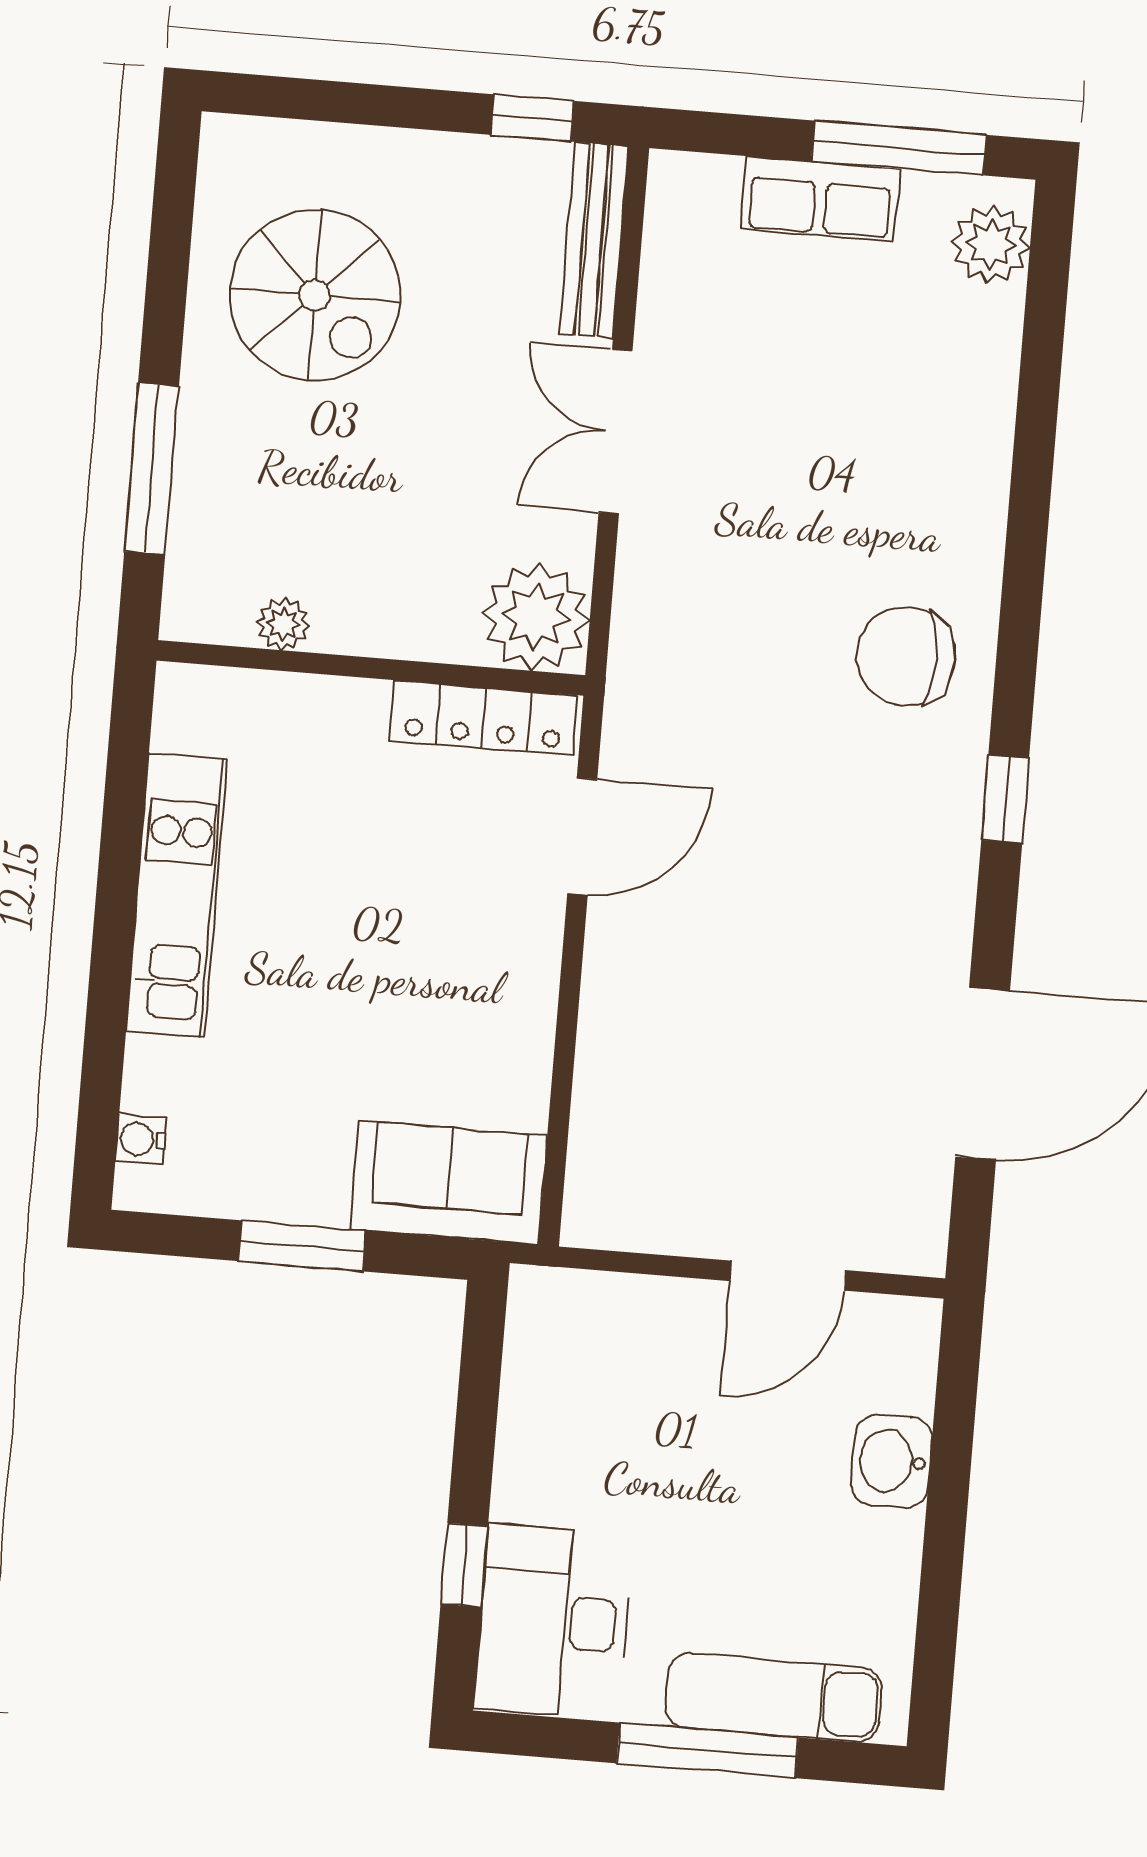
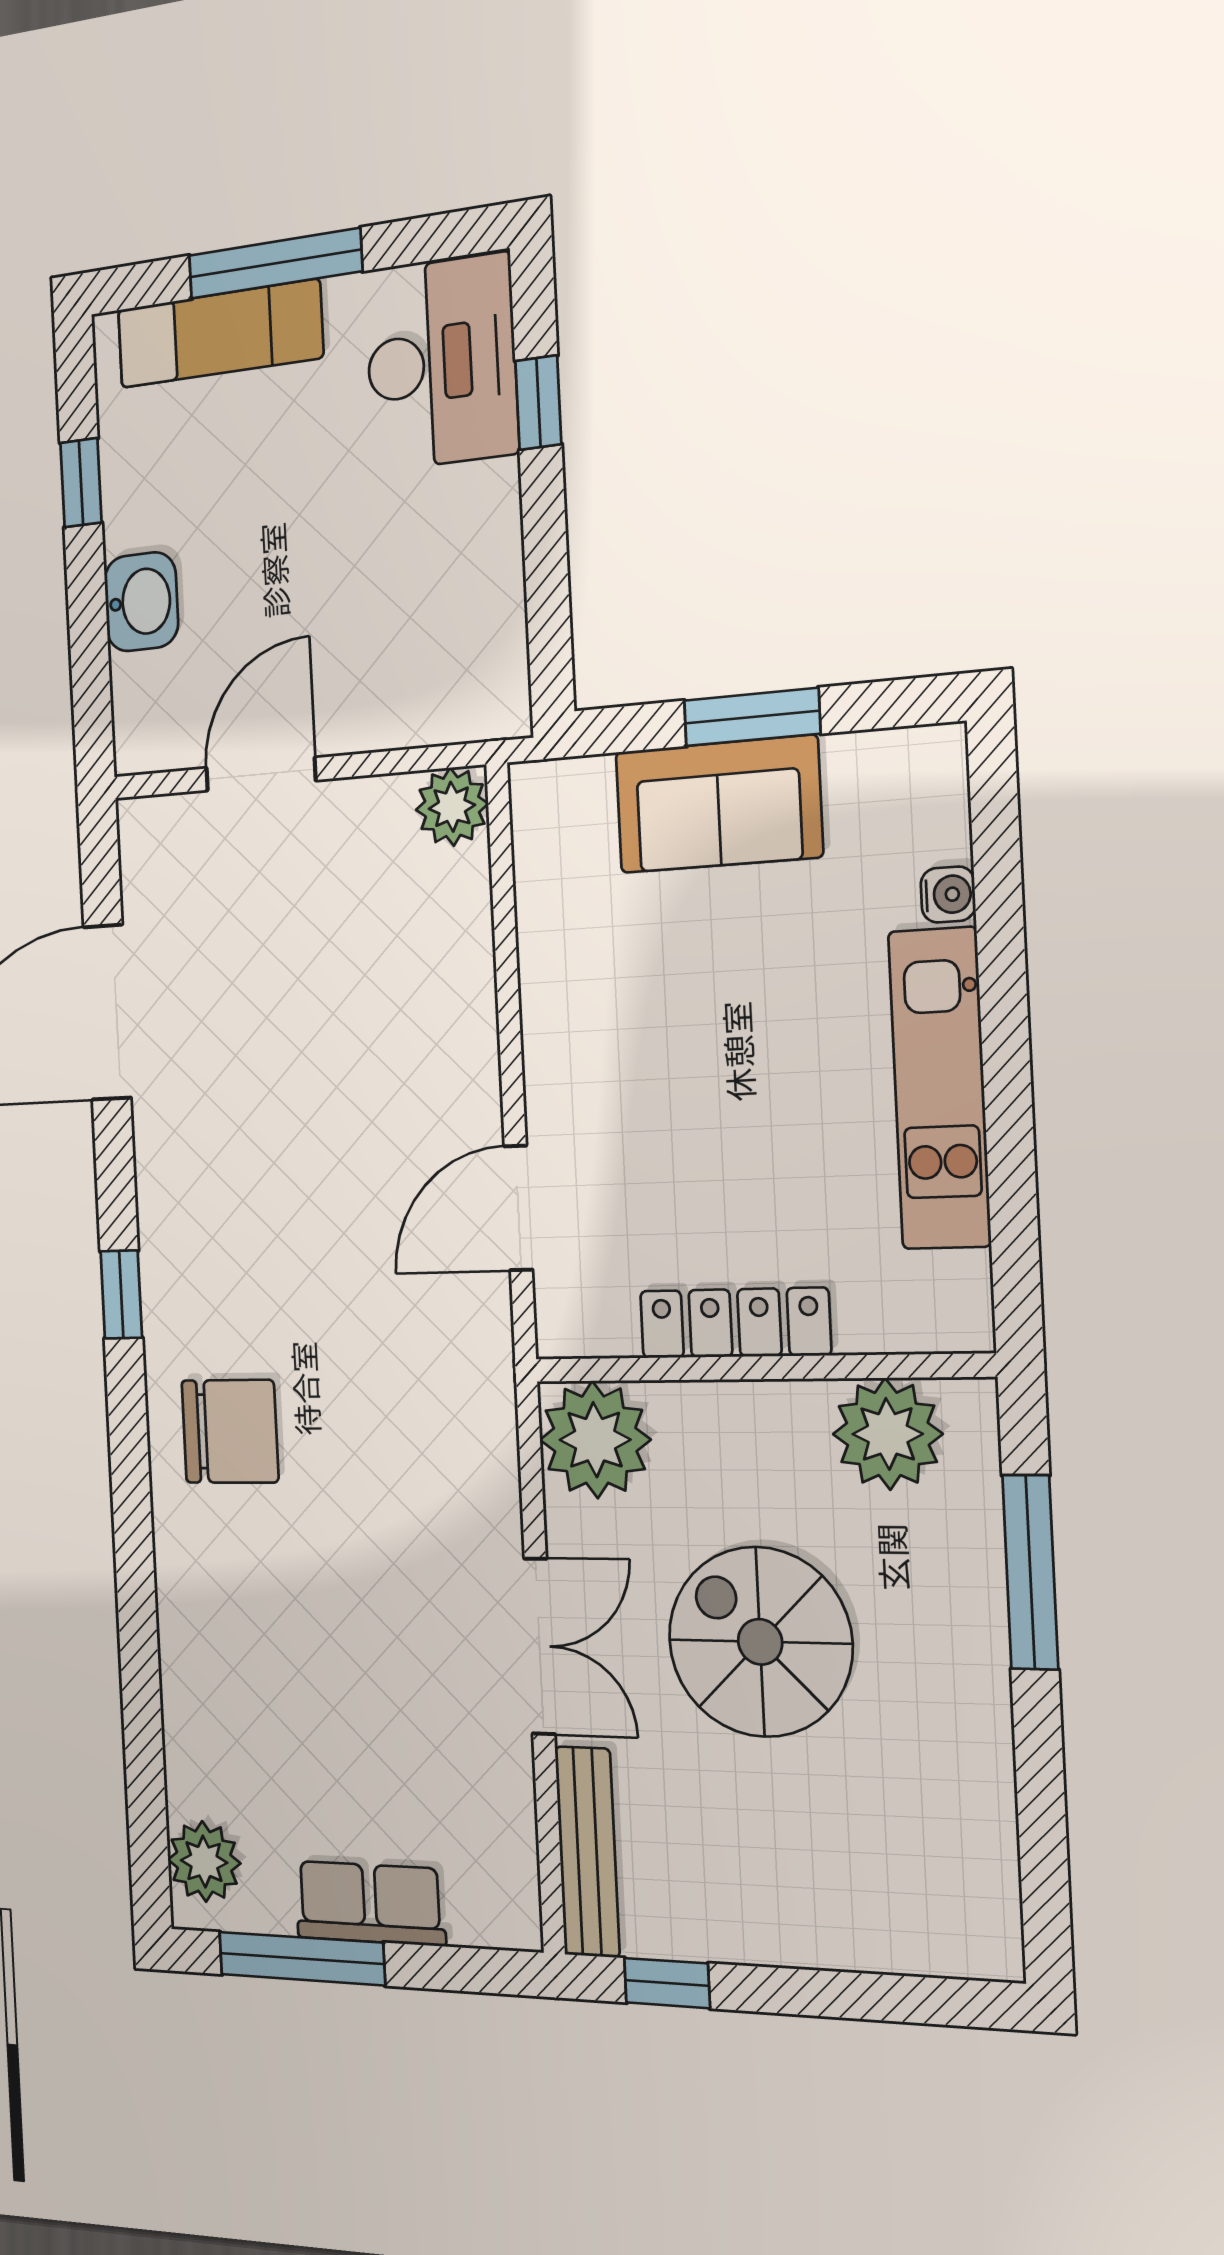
spiral stairs: (315, 295) -> (760, 1642), moved
plant: (283, 624) -> (888, 1434), width x1.88, depth x1.88
locker: (483, 718) -> (735, 1323), moved
water cooler: (141, 1139) -> (948, 894), moved
sofa: (449, 1183) -> (718, 804), moved
plant: (598, 1213) -> (452, 807), added
window: (940, 1588) -> (81, 483), added

